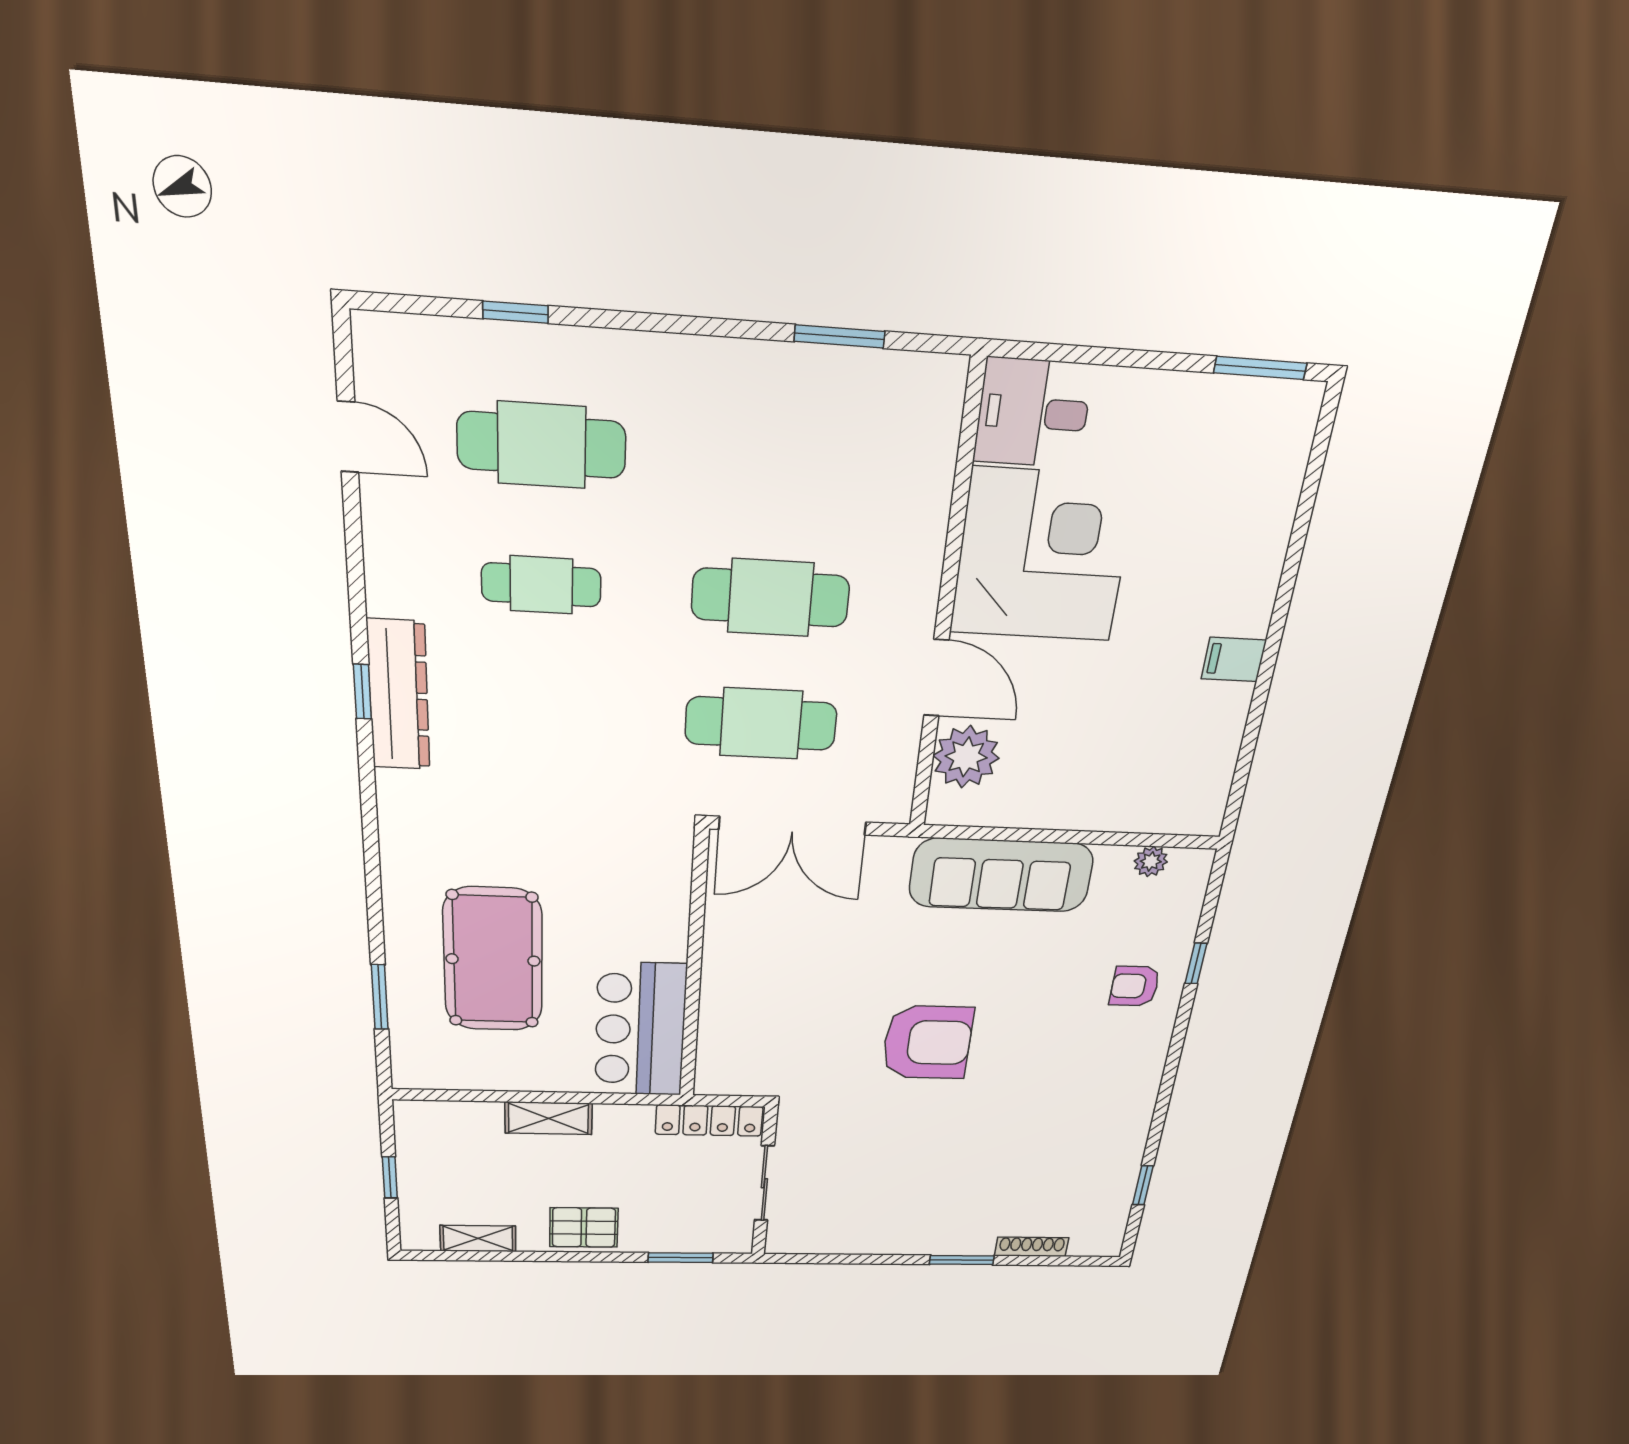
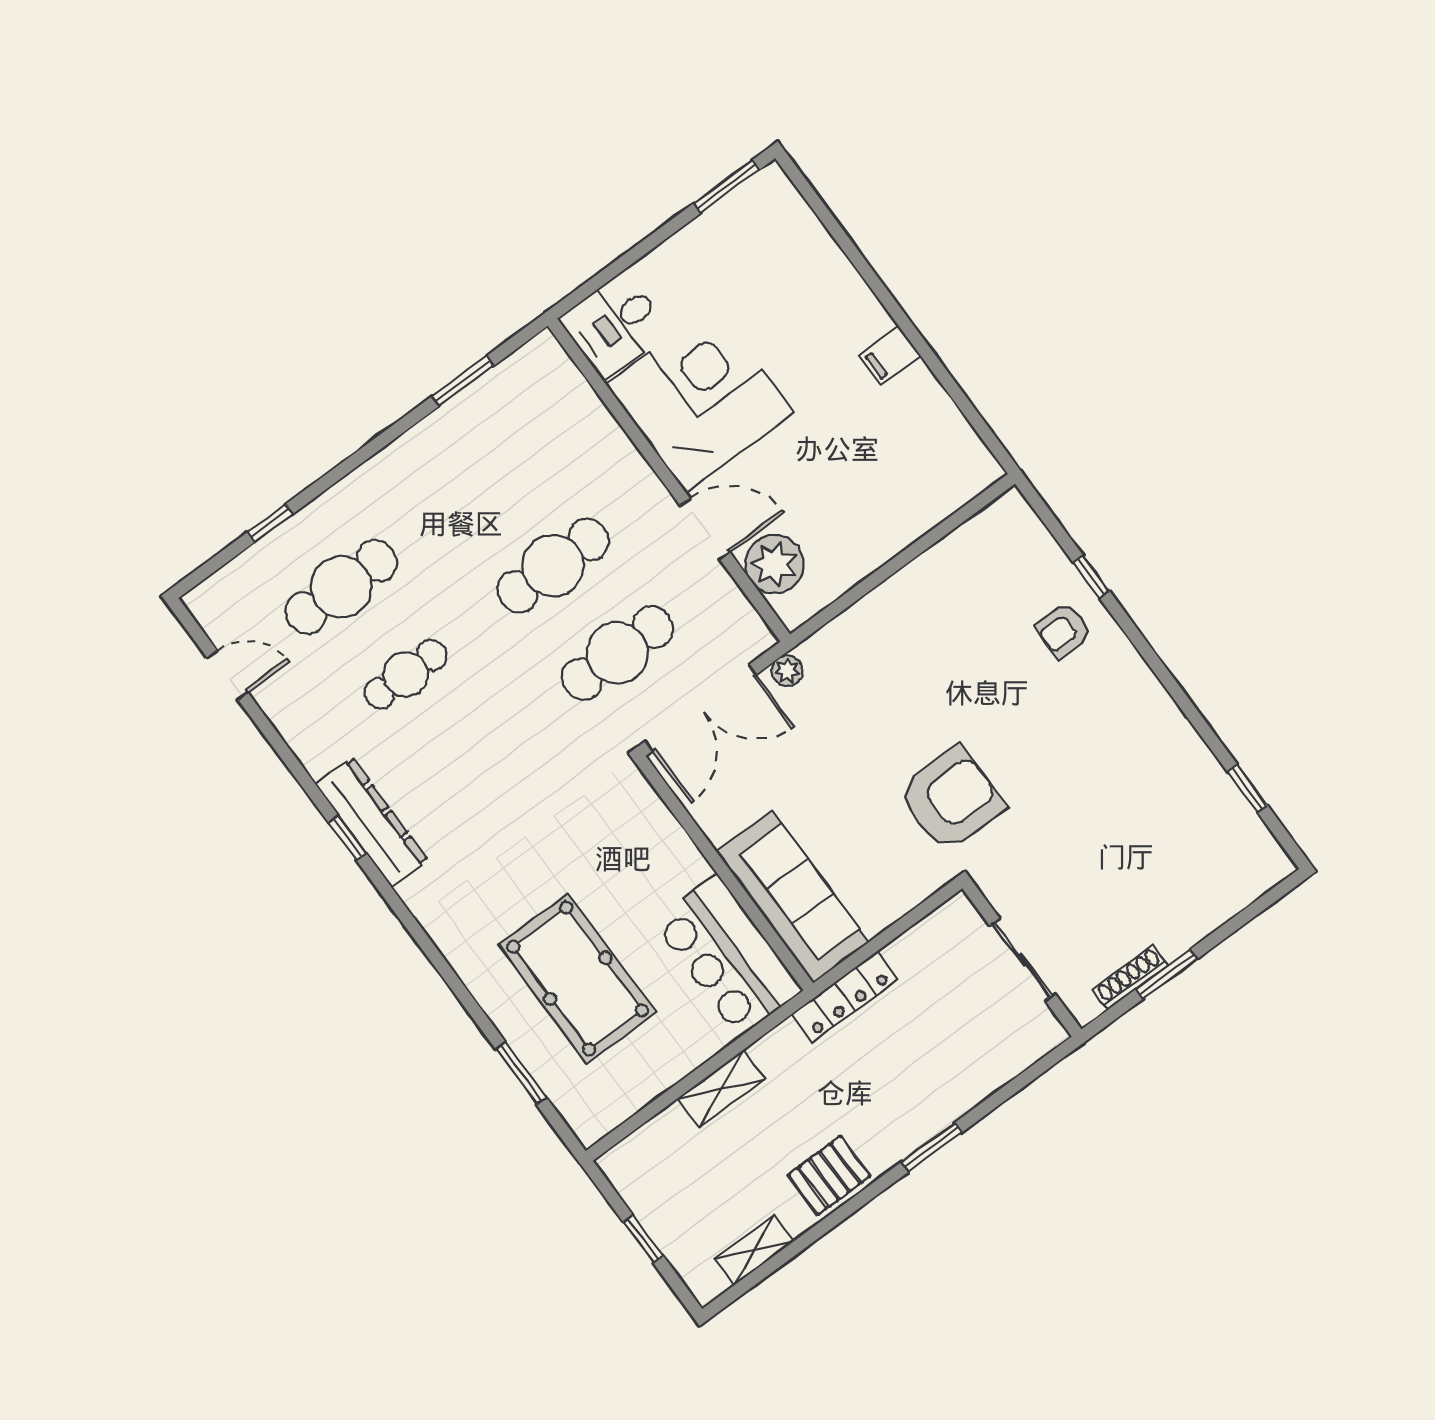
plant: (1151, 861) -> (787, 671), moved
sofa: (1001, 875) -> (793, 897), moved, turned -90
wall: (764, 1182) -> (1022, 959), moved
sliding door: (764, 1183) -> (1022, 960), moved
shoe rack: (1032, 1247) -> (1130, 978), moved

